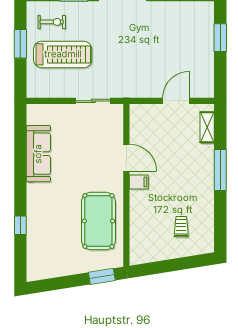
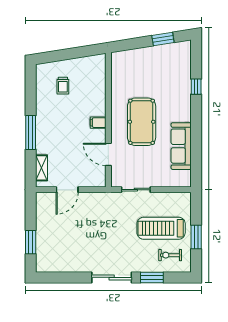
door: (126, 158) -> (108, 154), moved
pool table: (98, 221) -> (142, 122), moved
window: (102, 276) -> (163, 39), moved

